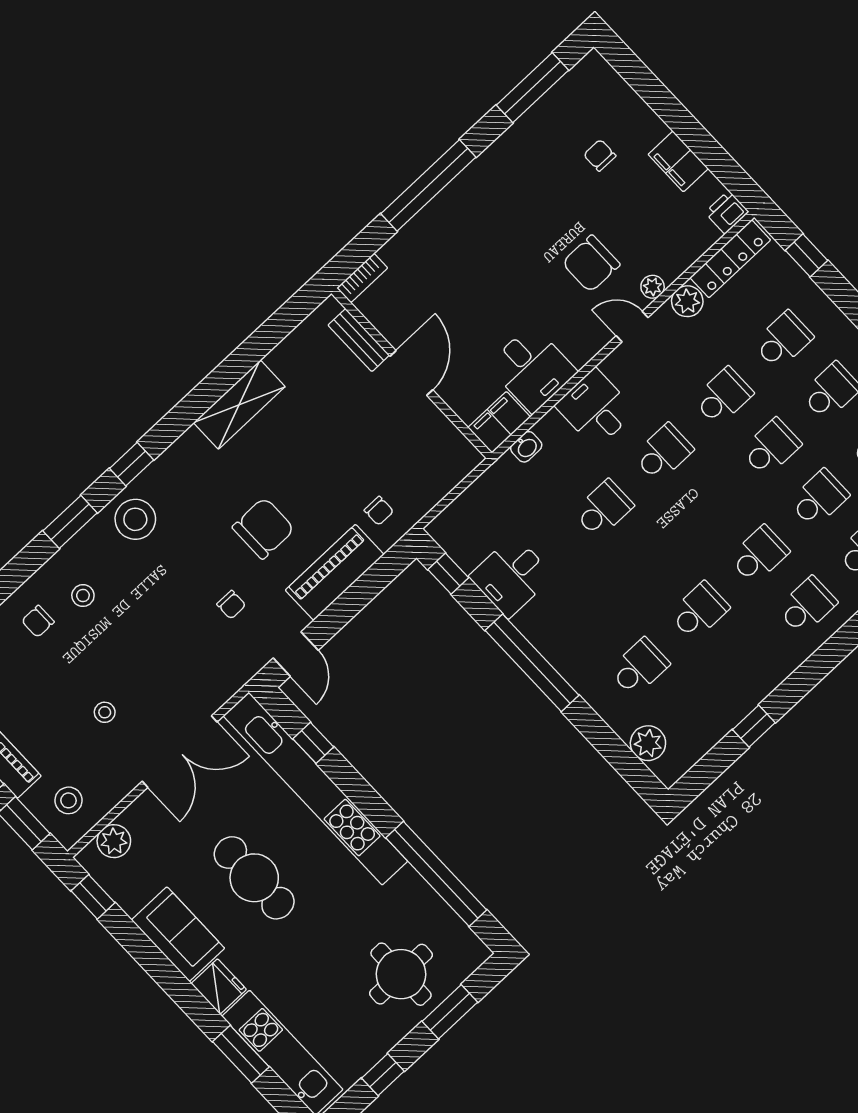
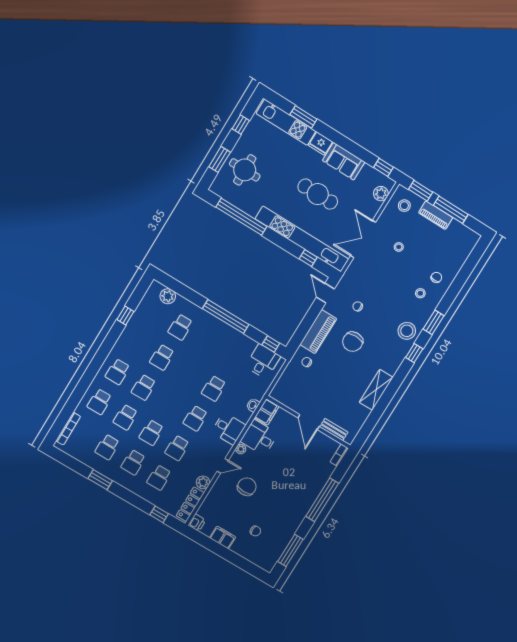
plant: (653, 287) -> (241, 449), moved
desk: (511, 576) -> (263, 361), moved

